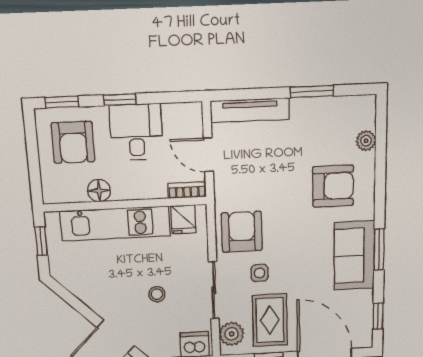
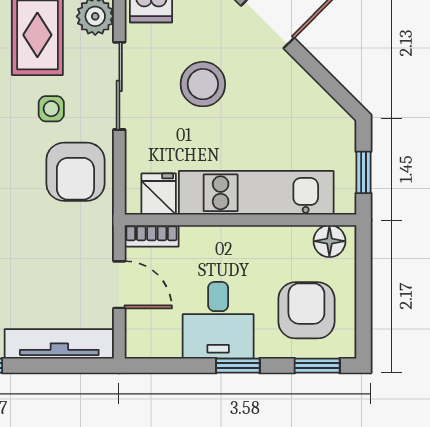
floor lamp: (99, 191) -> (329, 241), moved
stool: (157, 294) -> (203, 84), width x1.89, depth x1.89

